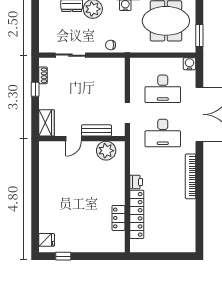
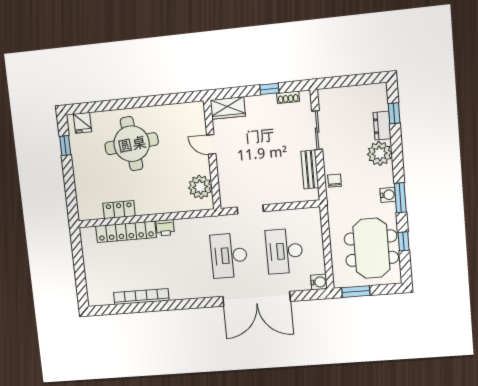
bench: (96, 130) -> (310, 170), moved
bookcase: (190, 176) -> (141, 297), moved
round table: (67, 202) -> (132, 144), added

